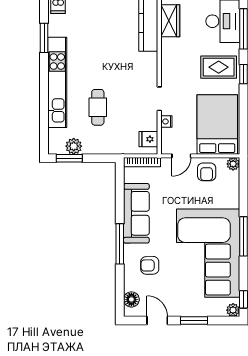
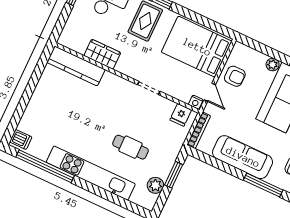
wardrobe: (170, 21) -> (102, 54), moved
window: (44, 38) -> (45, 166), width x2.11
nightstand: (166, 121) -> (196, 102), moved
window: (69, 158) -> (174, 175), moved
plant: (233, 164) -> (273, 65), moved

